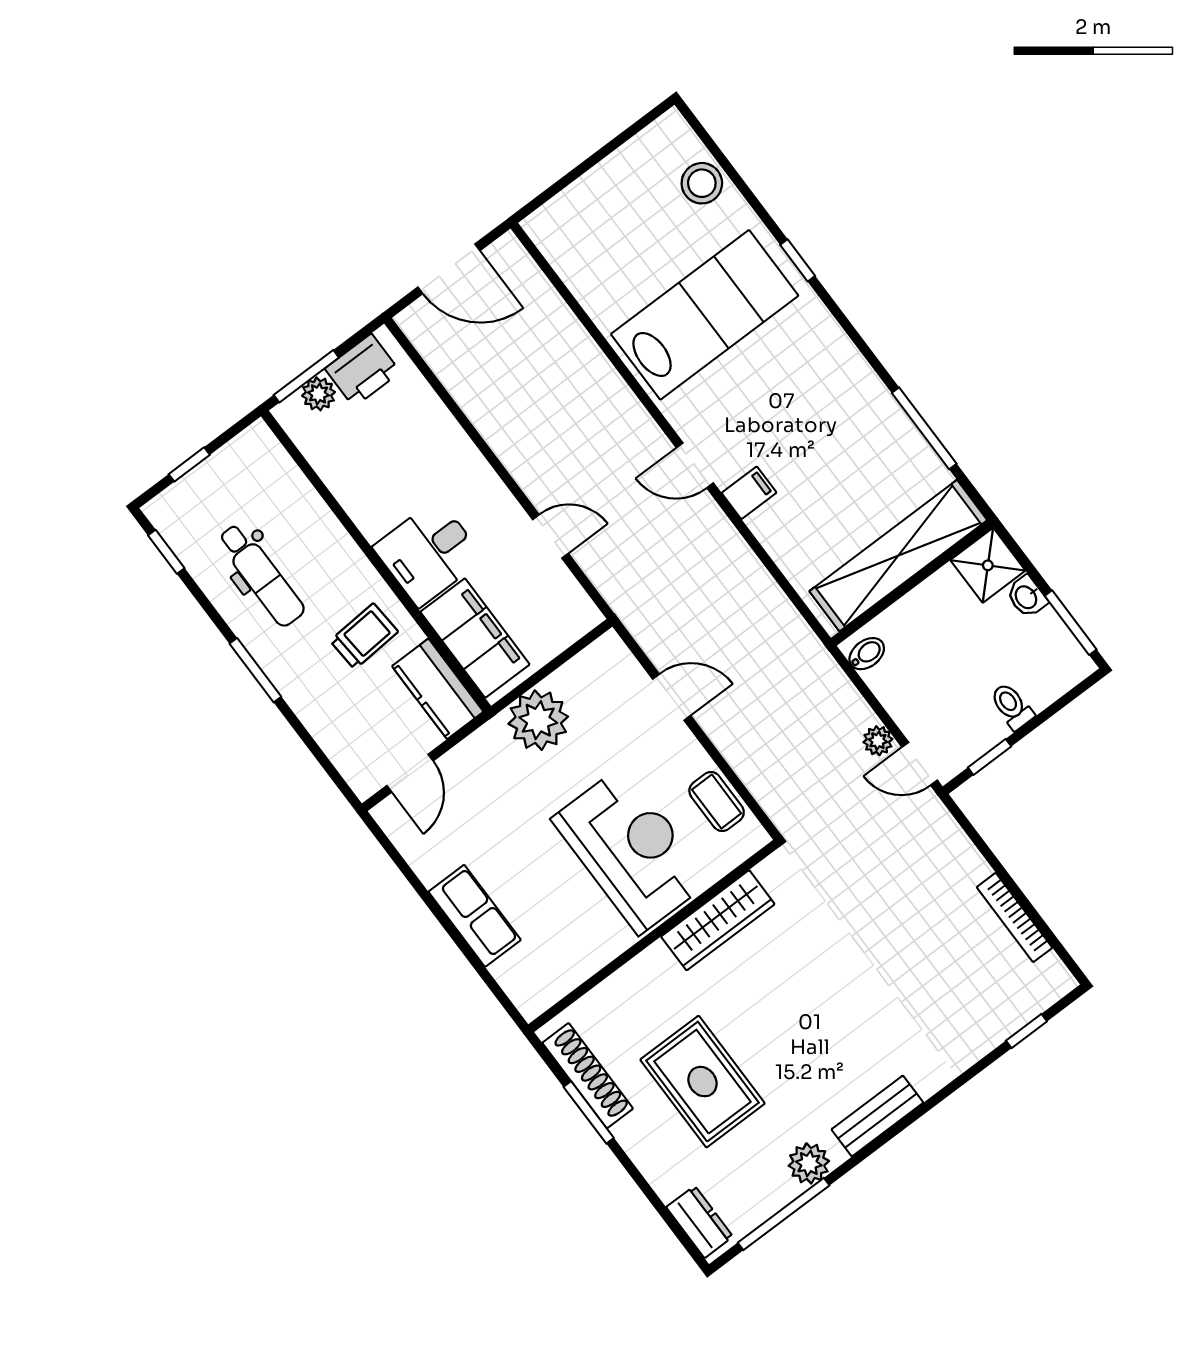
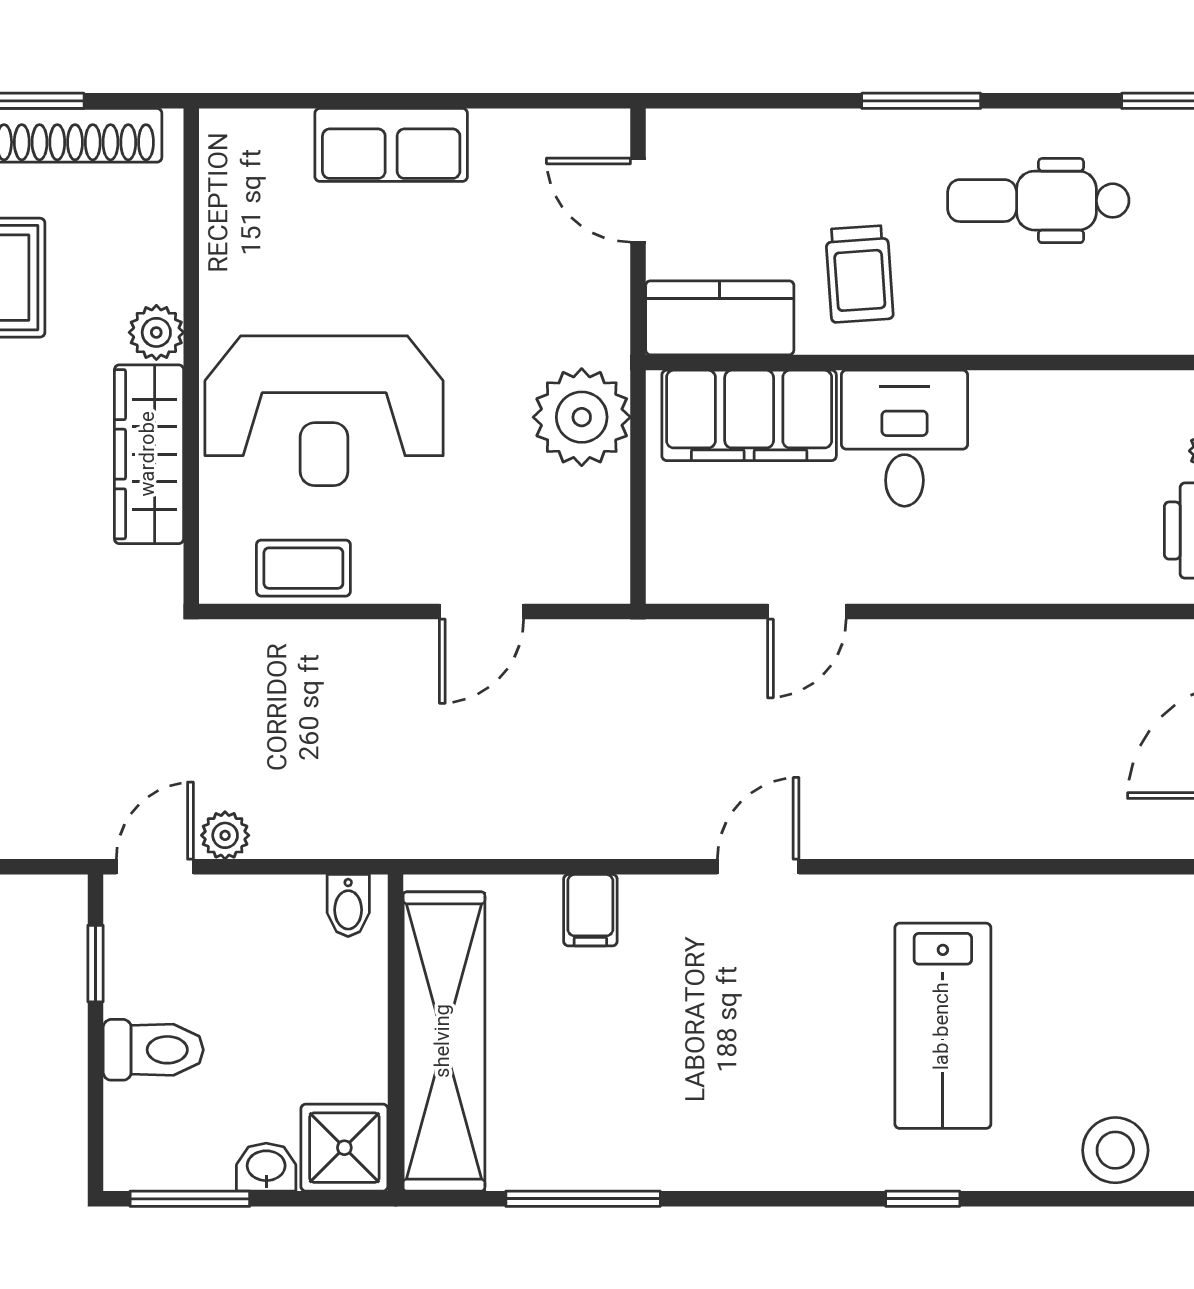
lab bench: (705, 315) -> (943, 1026), width x0.73, depth x0.72
filing cabinet: (749, 493) -> (590, 910), moved
toilet: (1012, 706) -> (153, 1050), width x1.37, depth x1.39
plant: (655, 962) -> (156, 332), added

